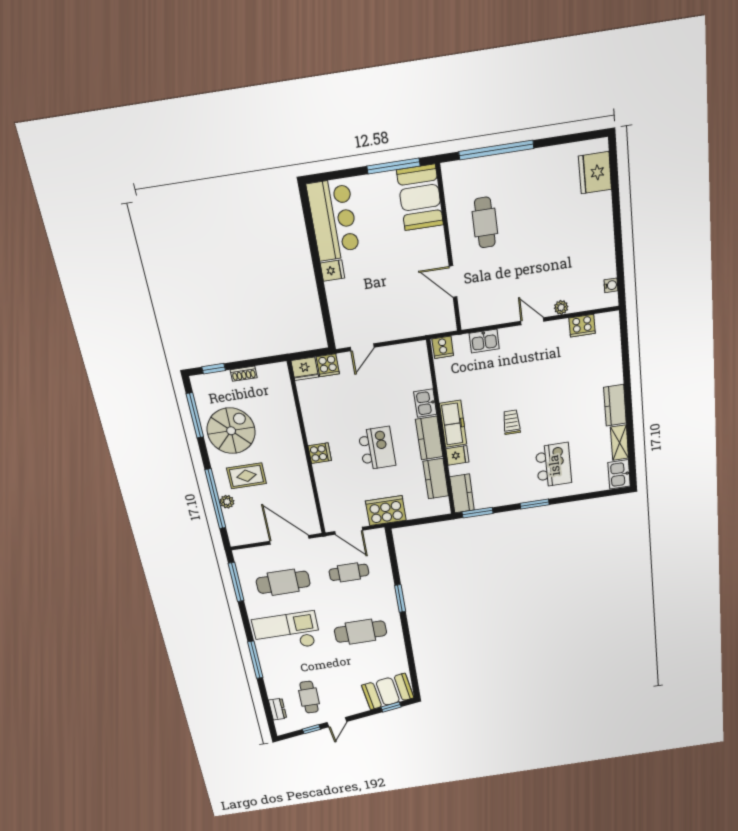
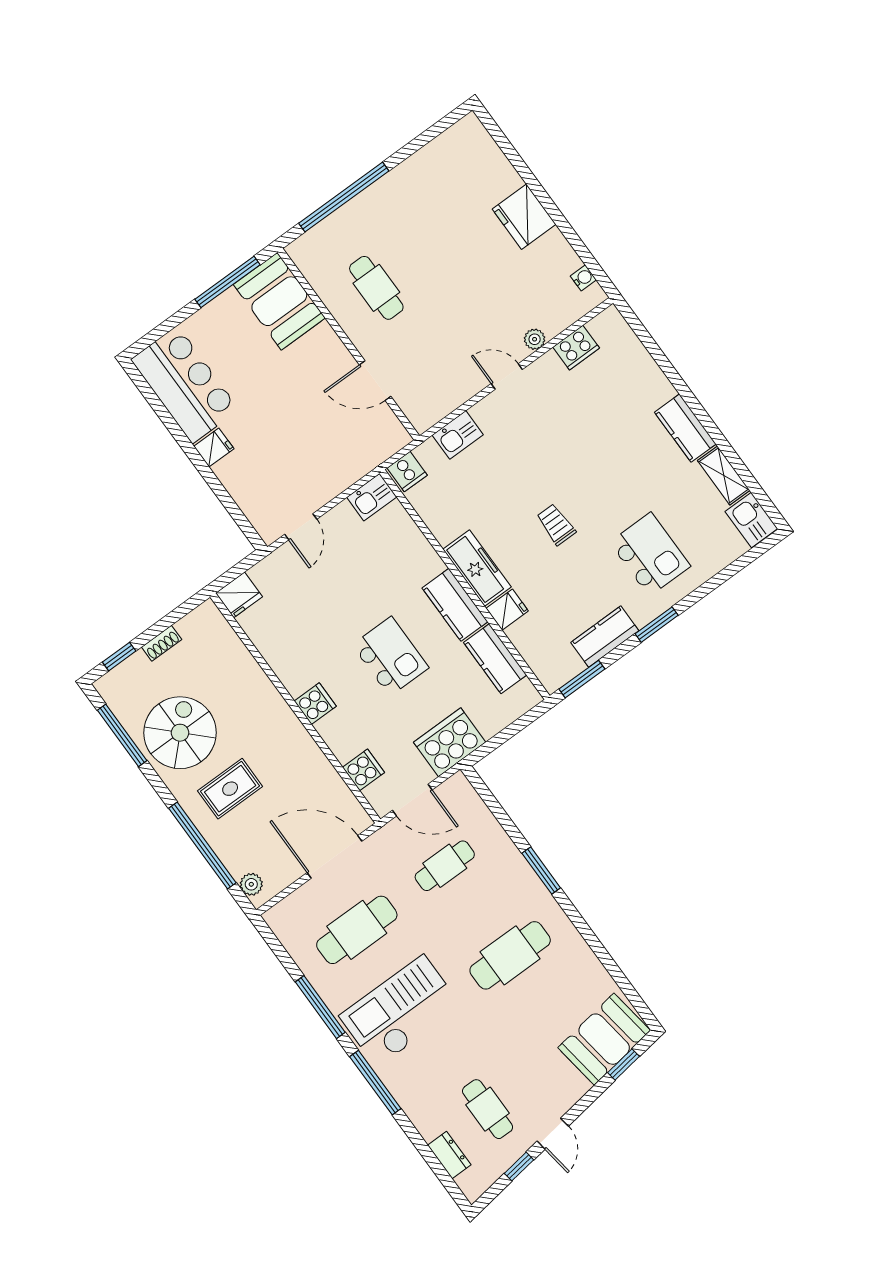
fridge: (595, 173) -> (524, 217), moved
cooker: (328, 365) -> (363, 770), moved, turned -90
kitchen sink: (425, 403) -> (372, 497), moved, turned -90
kitchen counter: (462, 493) -> (605, 637), moved, turned -90
plant: (227, 502) -> (251, 884), moved
window: (236, 582) -> (320, 1007), moved

